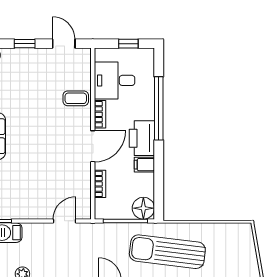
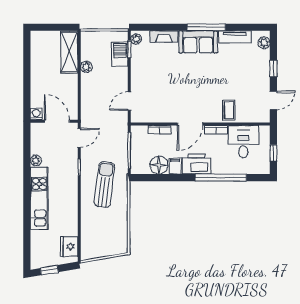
door: (93, 146) -> (190, 124), hinge flipped
floor lamp: (143, 208) -> (159, 165), moved
door: (65, 221) -> (129, 101), swing flipped
sun lounger: (167, 252) -> (104, 185), width x0.73, depth x0.75

